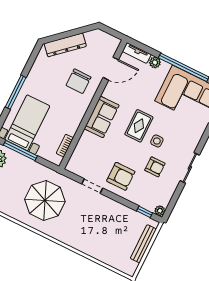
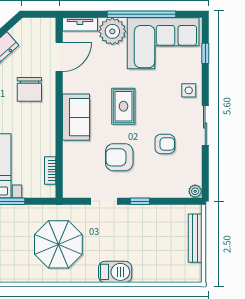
plant: (155, 62) -> (112, 31), width x1.88, depth x1.88
side table: (157, 141) -> (189, 90), moved
armchair: (121, 176) -> (119, 157), moved, turned 180
window: (145, 212) -> (140, 201), moved
barbecue: (75, 240) -> (115, 272), added

